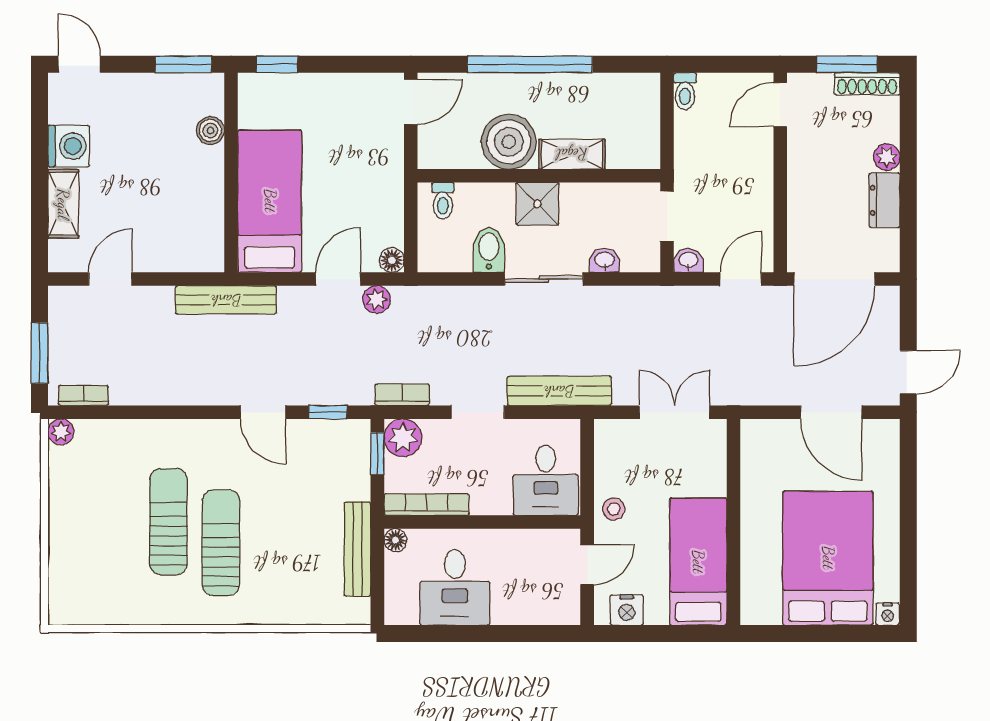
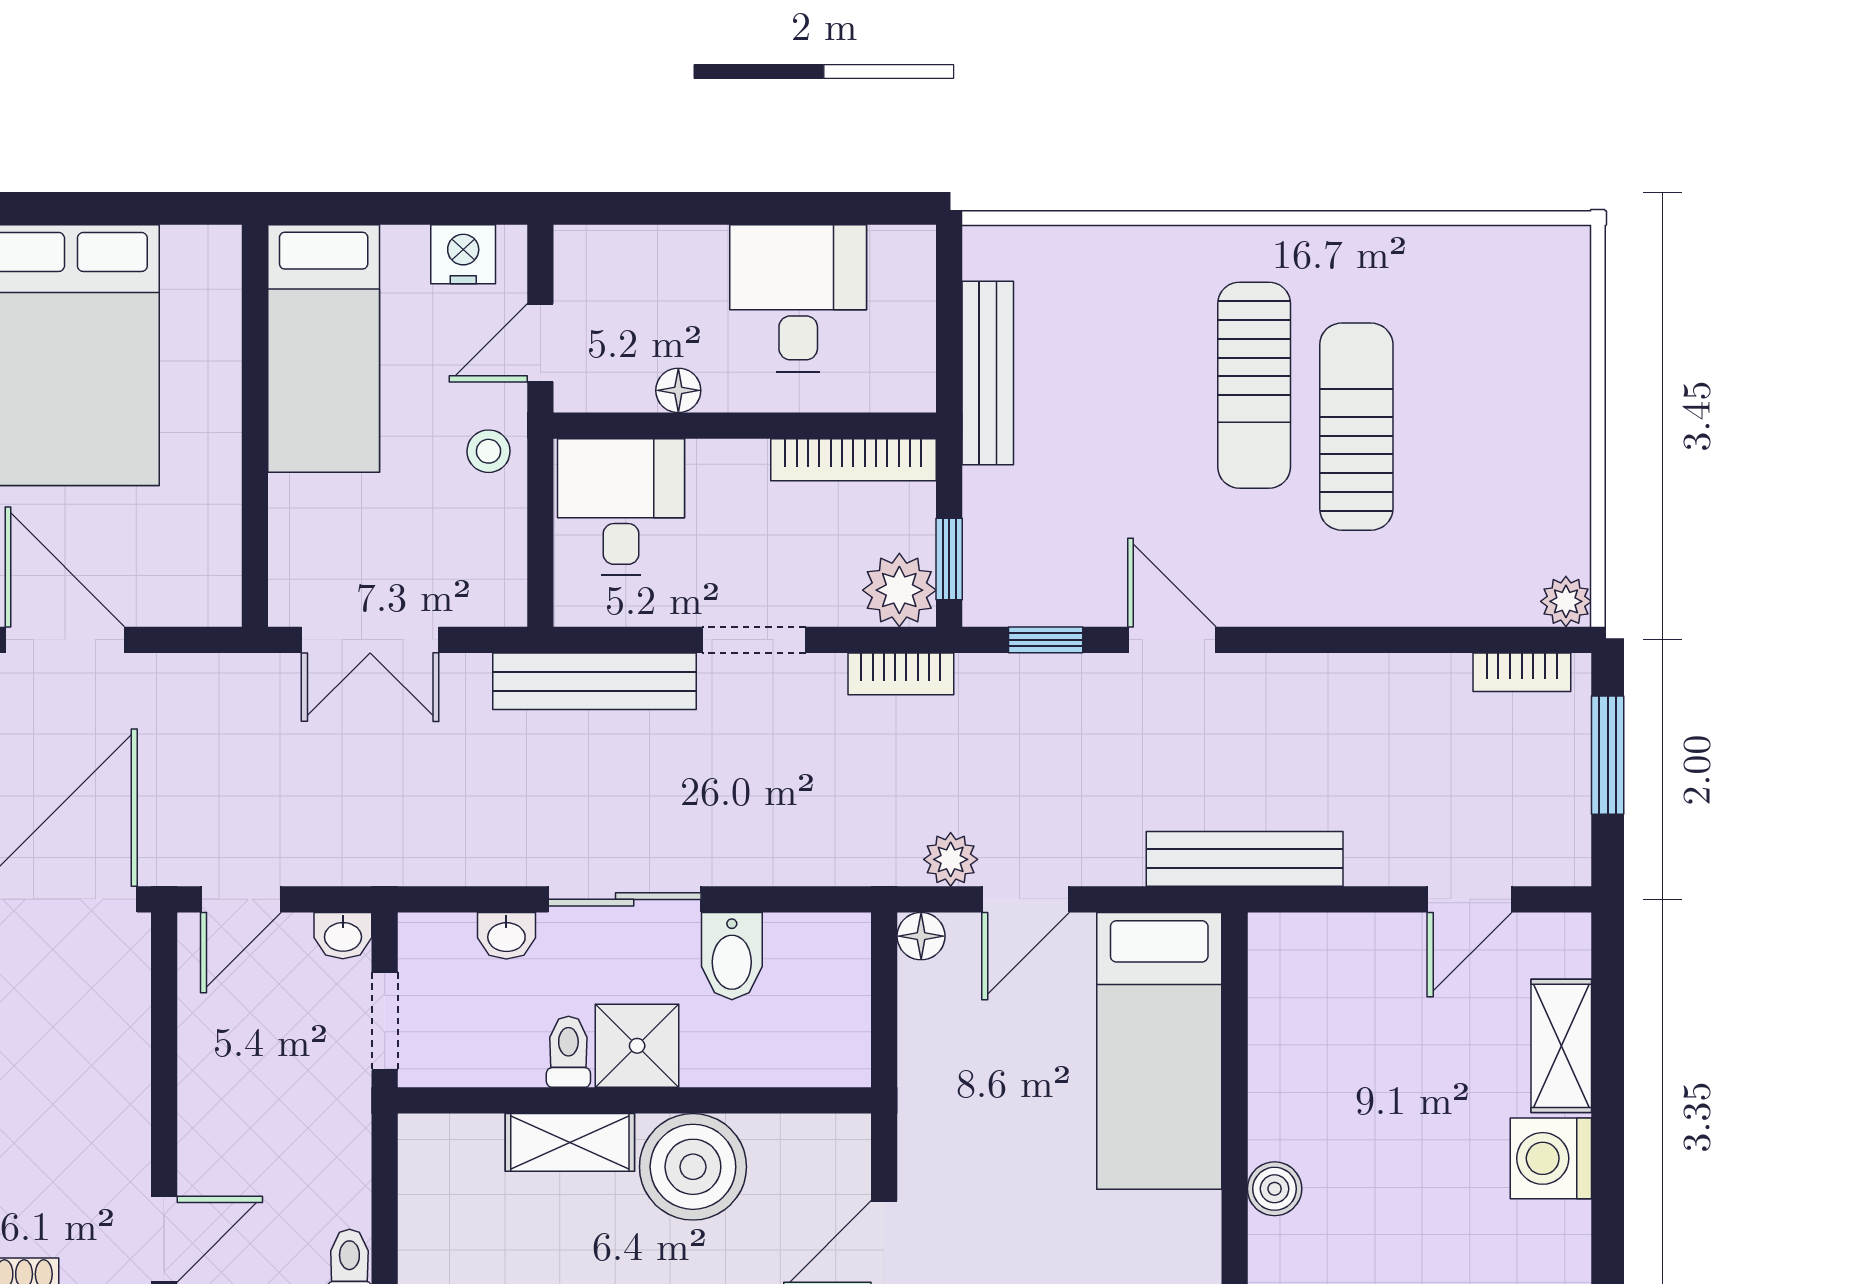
toilet: (443, 201) -> (568, 1052), moved
sun lounger: (168, 522) -> (1356, 427), turned 180
floor lamp: (396, 540) -> (678, 390), moved

